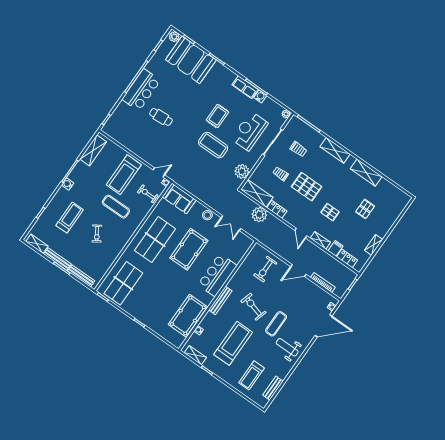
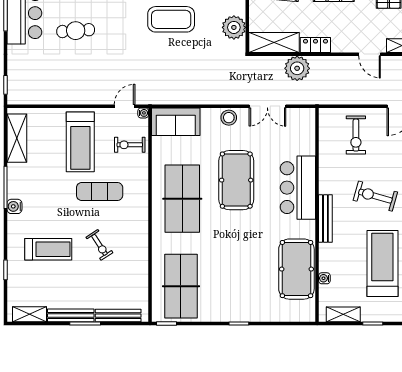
treadmill: (70, 218) -> (48, 249), turned 90

